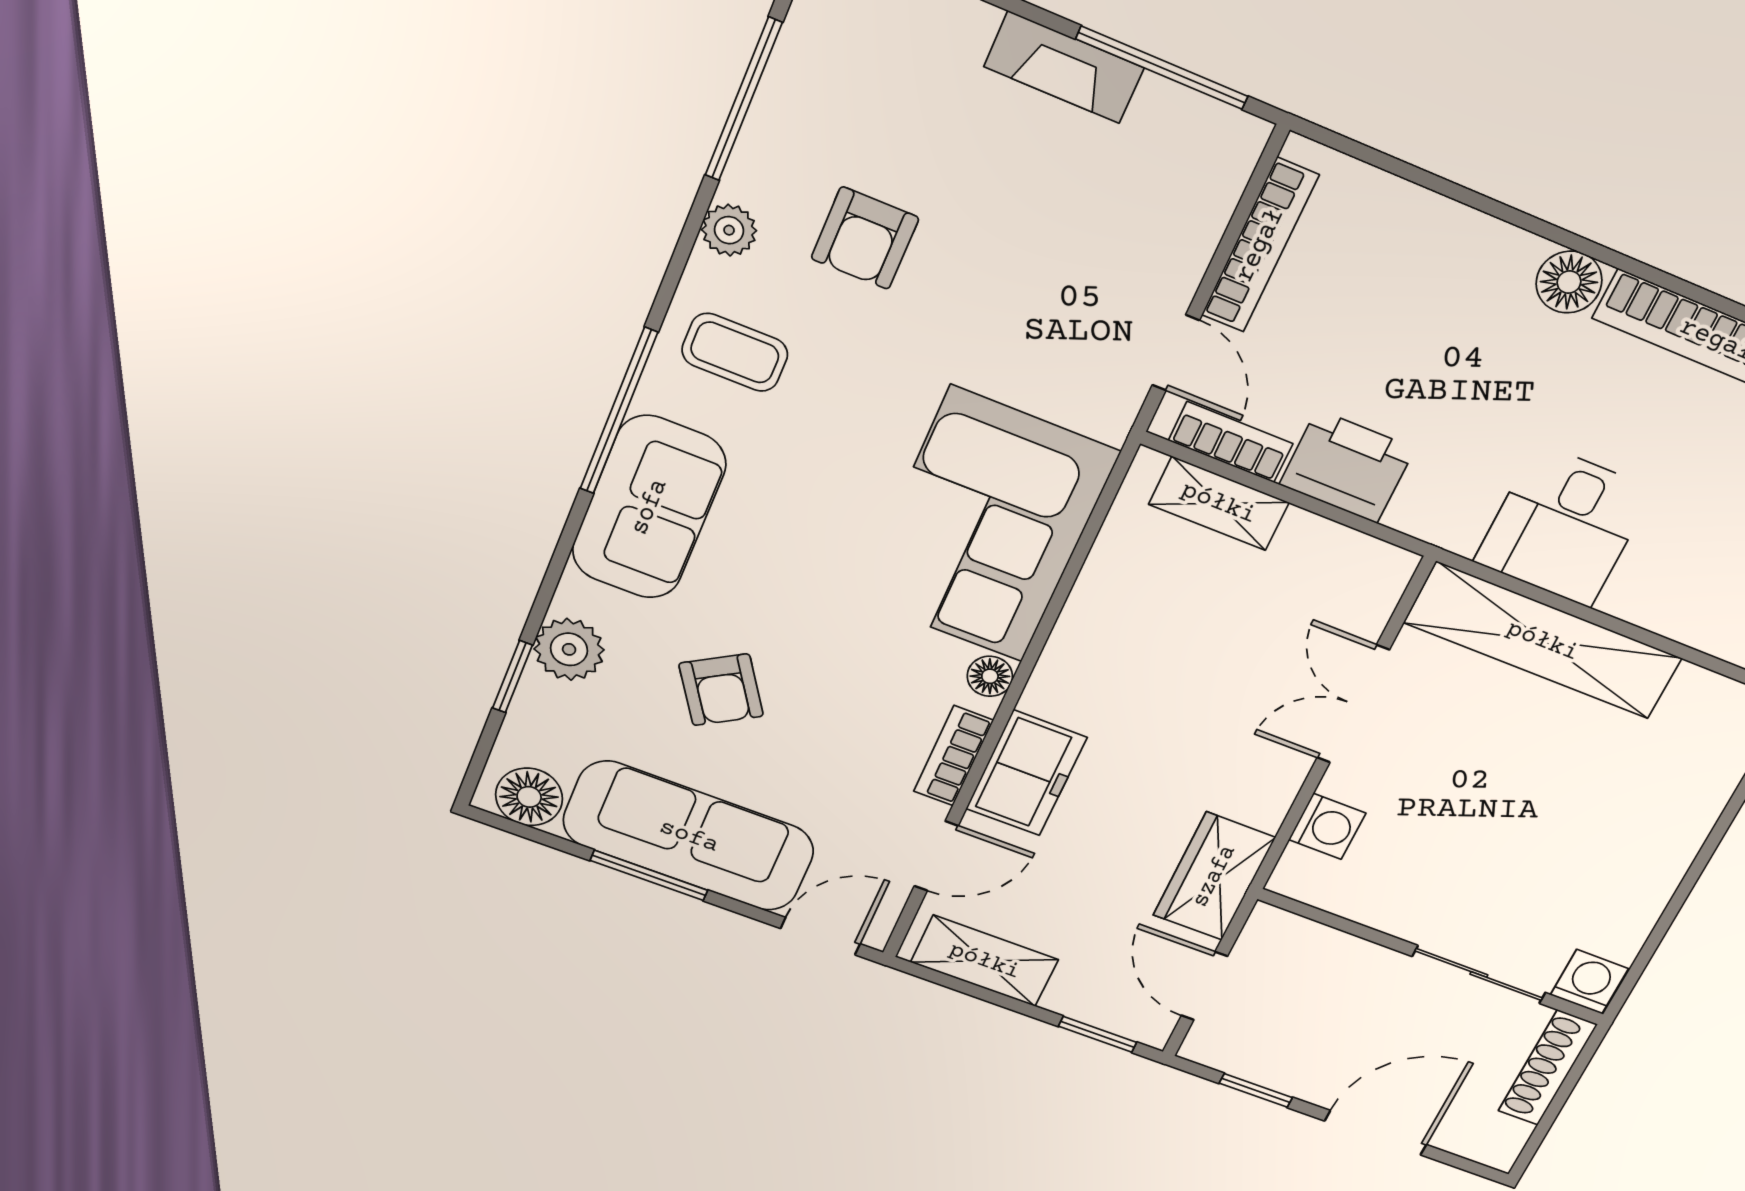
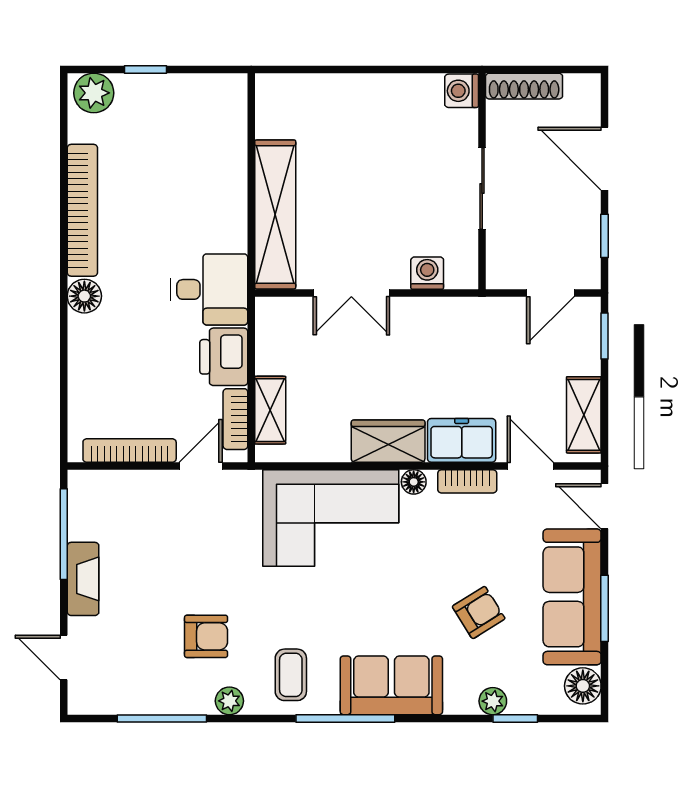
desk: (1564, 526) -> (209, 289), moved
plant: (569, 649) -> (493, 701), width x0.73, depth x0.73
wardrobe: (1214, 876) -> (388, 441), moved, turned 180
sliding door: (1479, 975) -> (482, 189), moved

